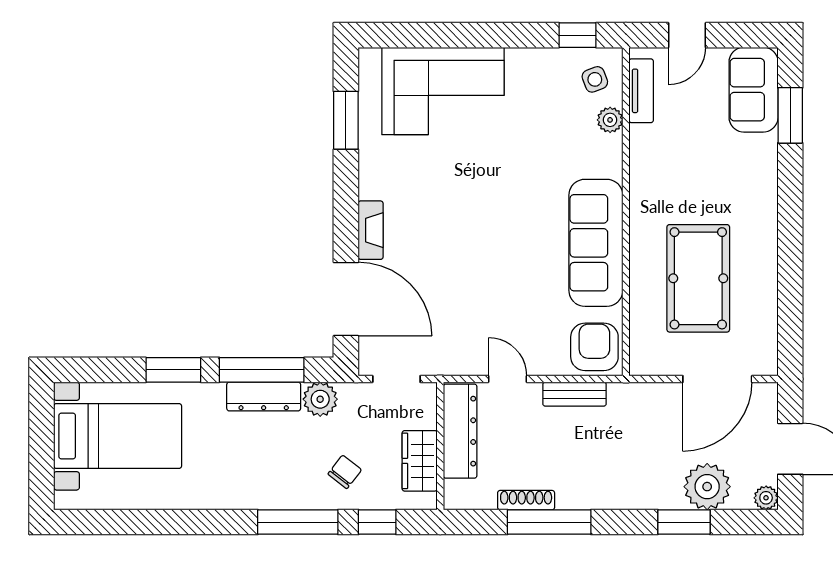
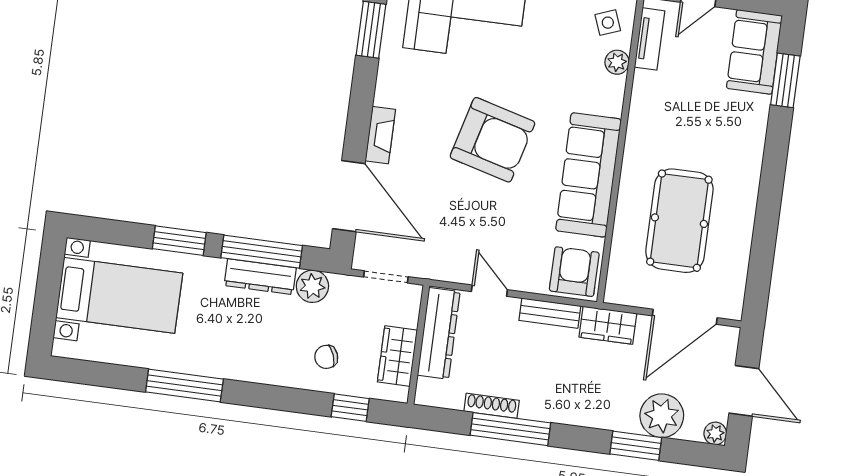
armchair: (490, 219) -> (492, 140), added
wardrobe: (637, 399) -> (608, 325), added
chair: (345, 472) -> (326, 357), turned -148
window: (298, 522) -> (184, 386), moved

